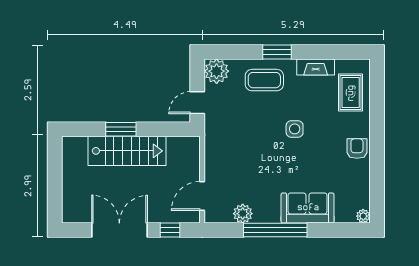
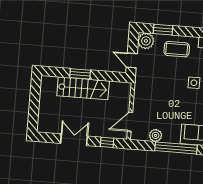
window: (277, 52) -> (163, 30), moved
door: (197, 103) -> (132, 60), hinge flipped
double door: (119, 230) -> (74, 140), width x0.73

